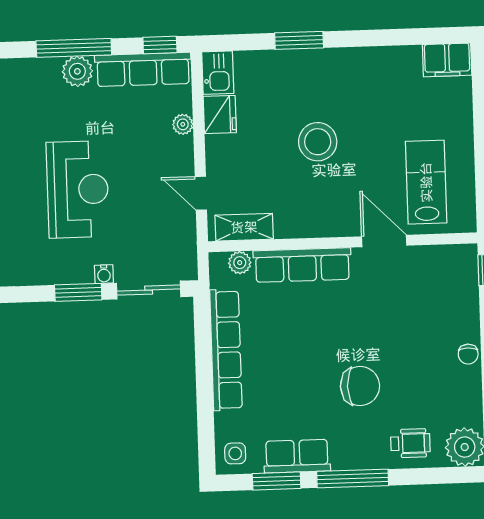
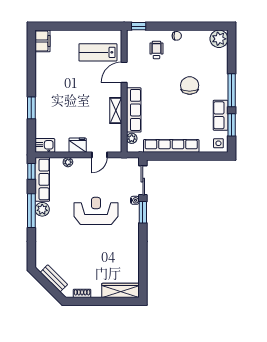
fridge: (220, 115) -> (78, 145), moved
stool: (318, 142) -> (78, 101), removed
shelving: (244, 227) -> (116, 110), moved
wheelchair: (410, 443) -> (156, 50), moved

